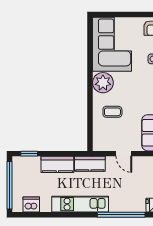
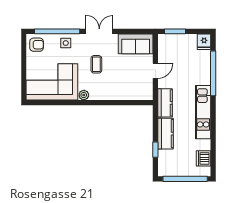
plant: (103, 83) -> (84, 95), width x0.53, depth x0.53
coffee table: (112, 112) -> (96, 64), moved
window: (29, 154) -> (155, 150), moved

